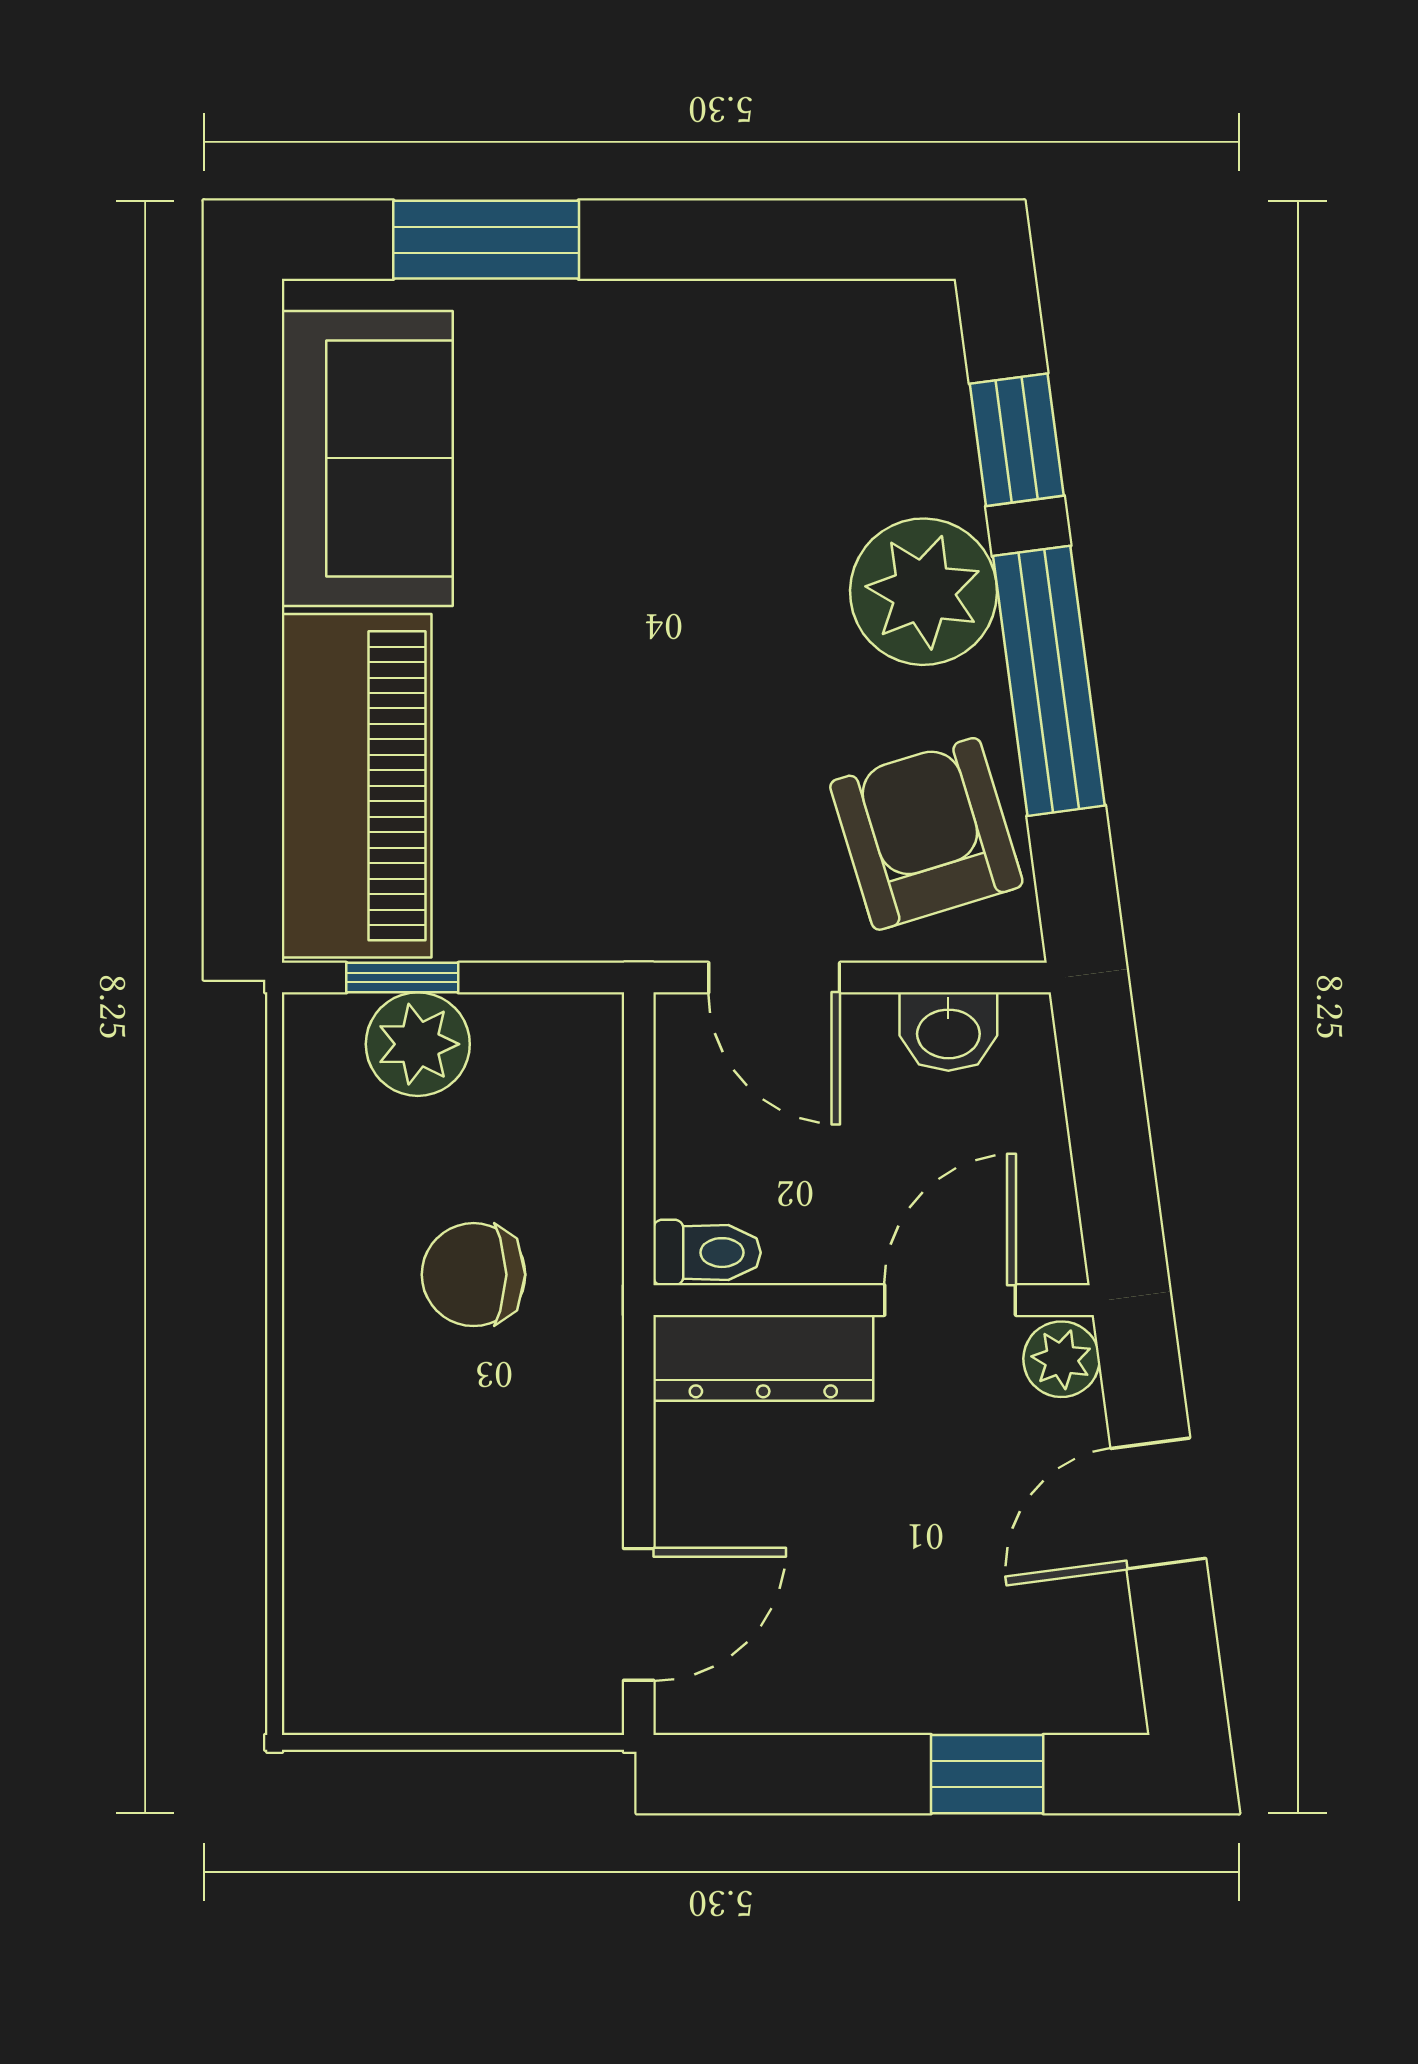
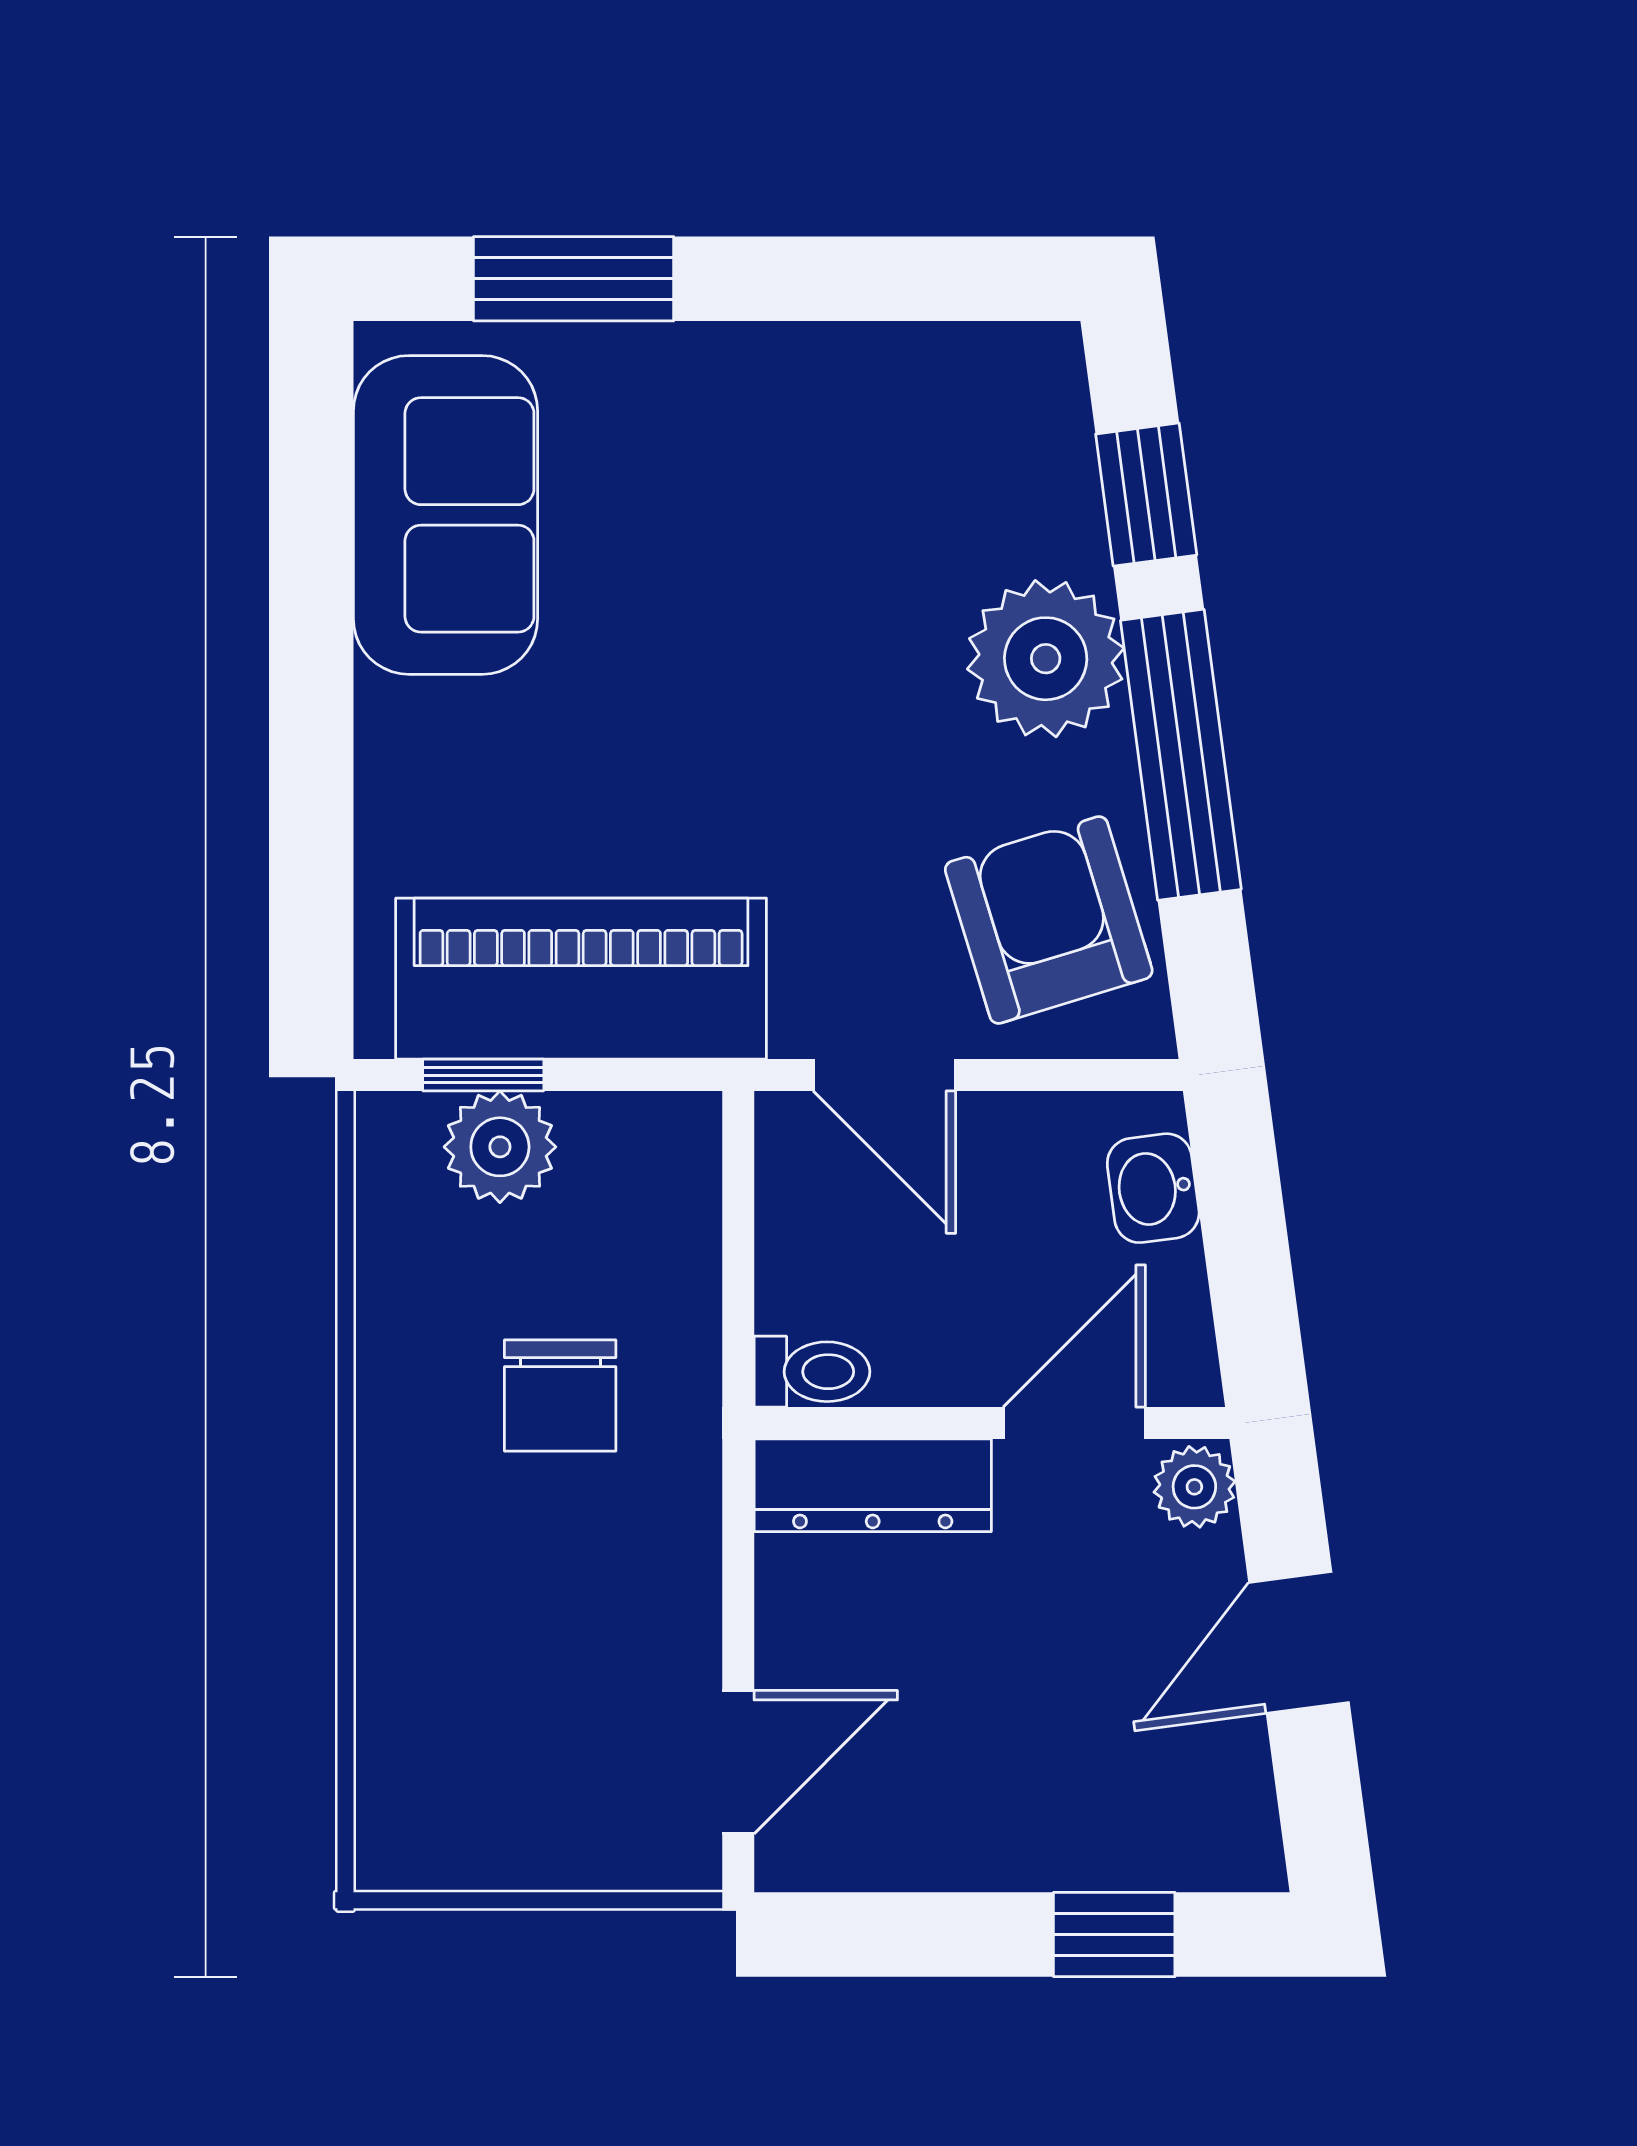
piano: (357, 786) -> (581, 979), moved, turned -90
washbasin: (948, 1032) -> (1153, 1188), moved, turned 82
chair: (474, 1275) -> (560, 1395), turned -90

